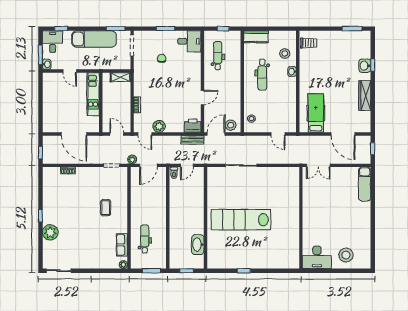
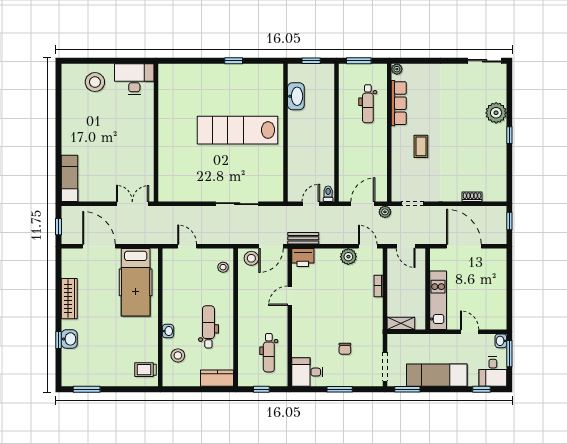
hospital bed: (316, 113) -> (136, 282), width x1.37, depth x1.29
lab bench: (241, 220) -> (237, 130), turned 180
row of seats: (122, 245) -> (399, 103), width x1.48

